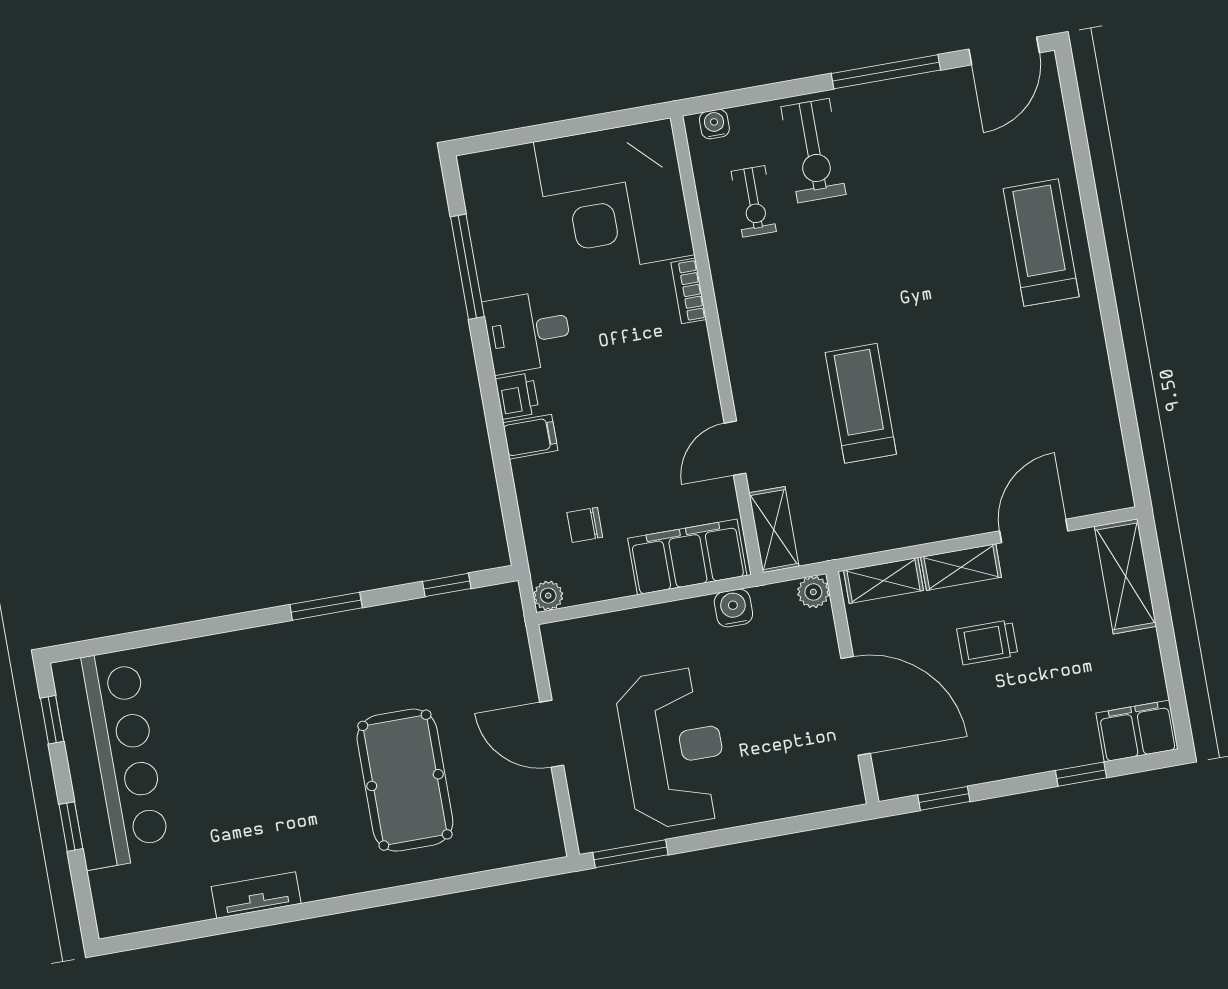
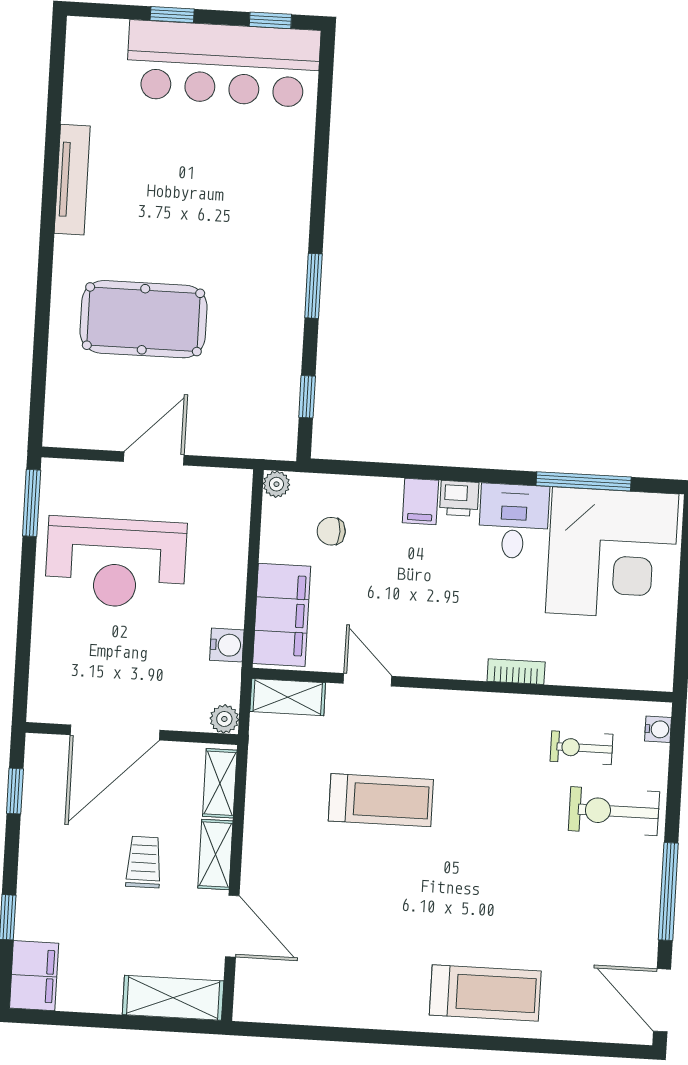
corner desk: (614, 198) -> (612, 553), moved, turned 180
chair: (585, 525) -> (331, 531), turned -90
tv unit: (256, 895) -> (72, 180), width x1.41

